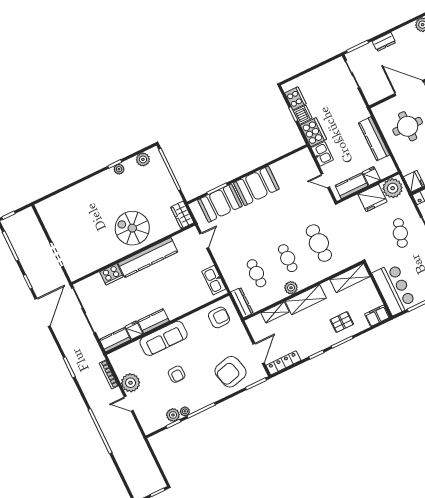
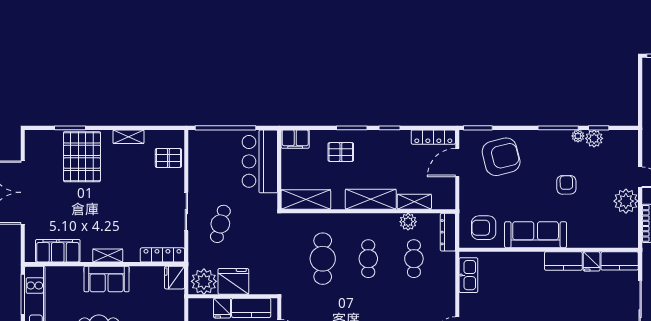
plant: (291, 288) -> (408, 222), moved
sofa: (164, 338) -> (536, 235), moved

